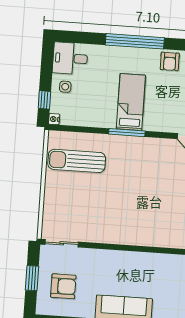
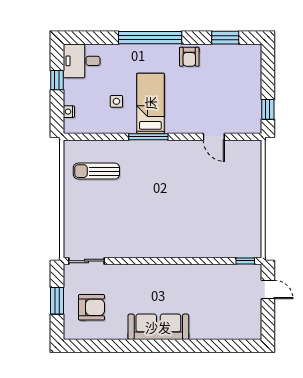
side table: (65, 87) -> (116, 101), moved
window: (44, 100) -> (57, 80), moved
nightstand: (54, 119) -> (69, 112), moved
sun lounger: (77, 161) -> (96, 171), width x0.73, depth x0.75

